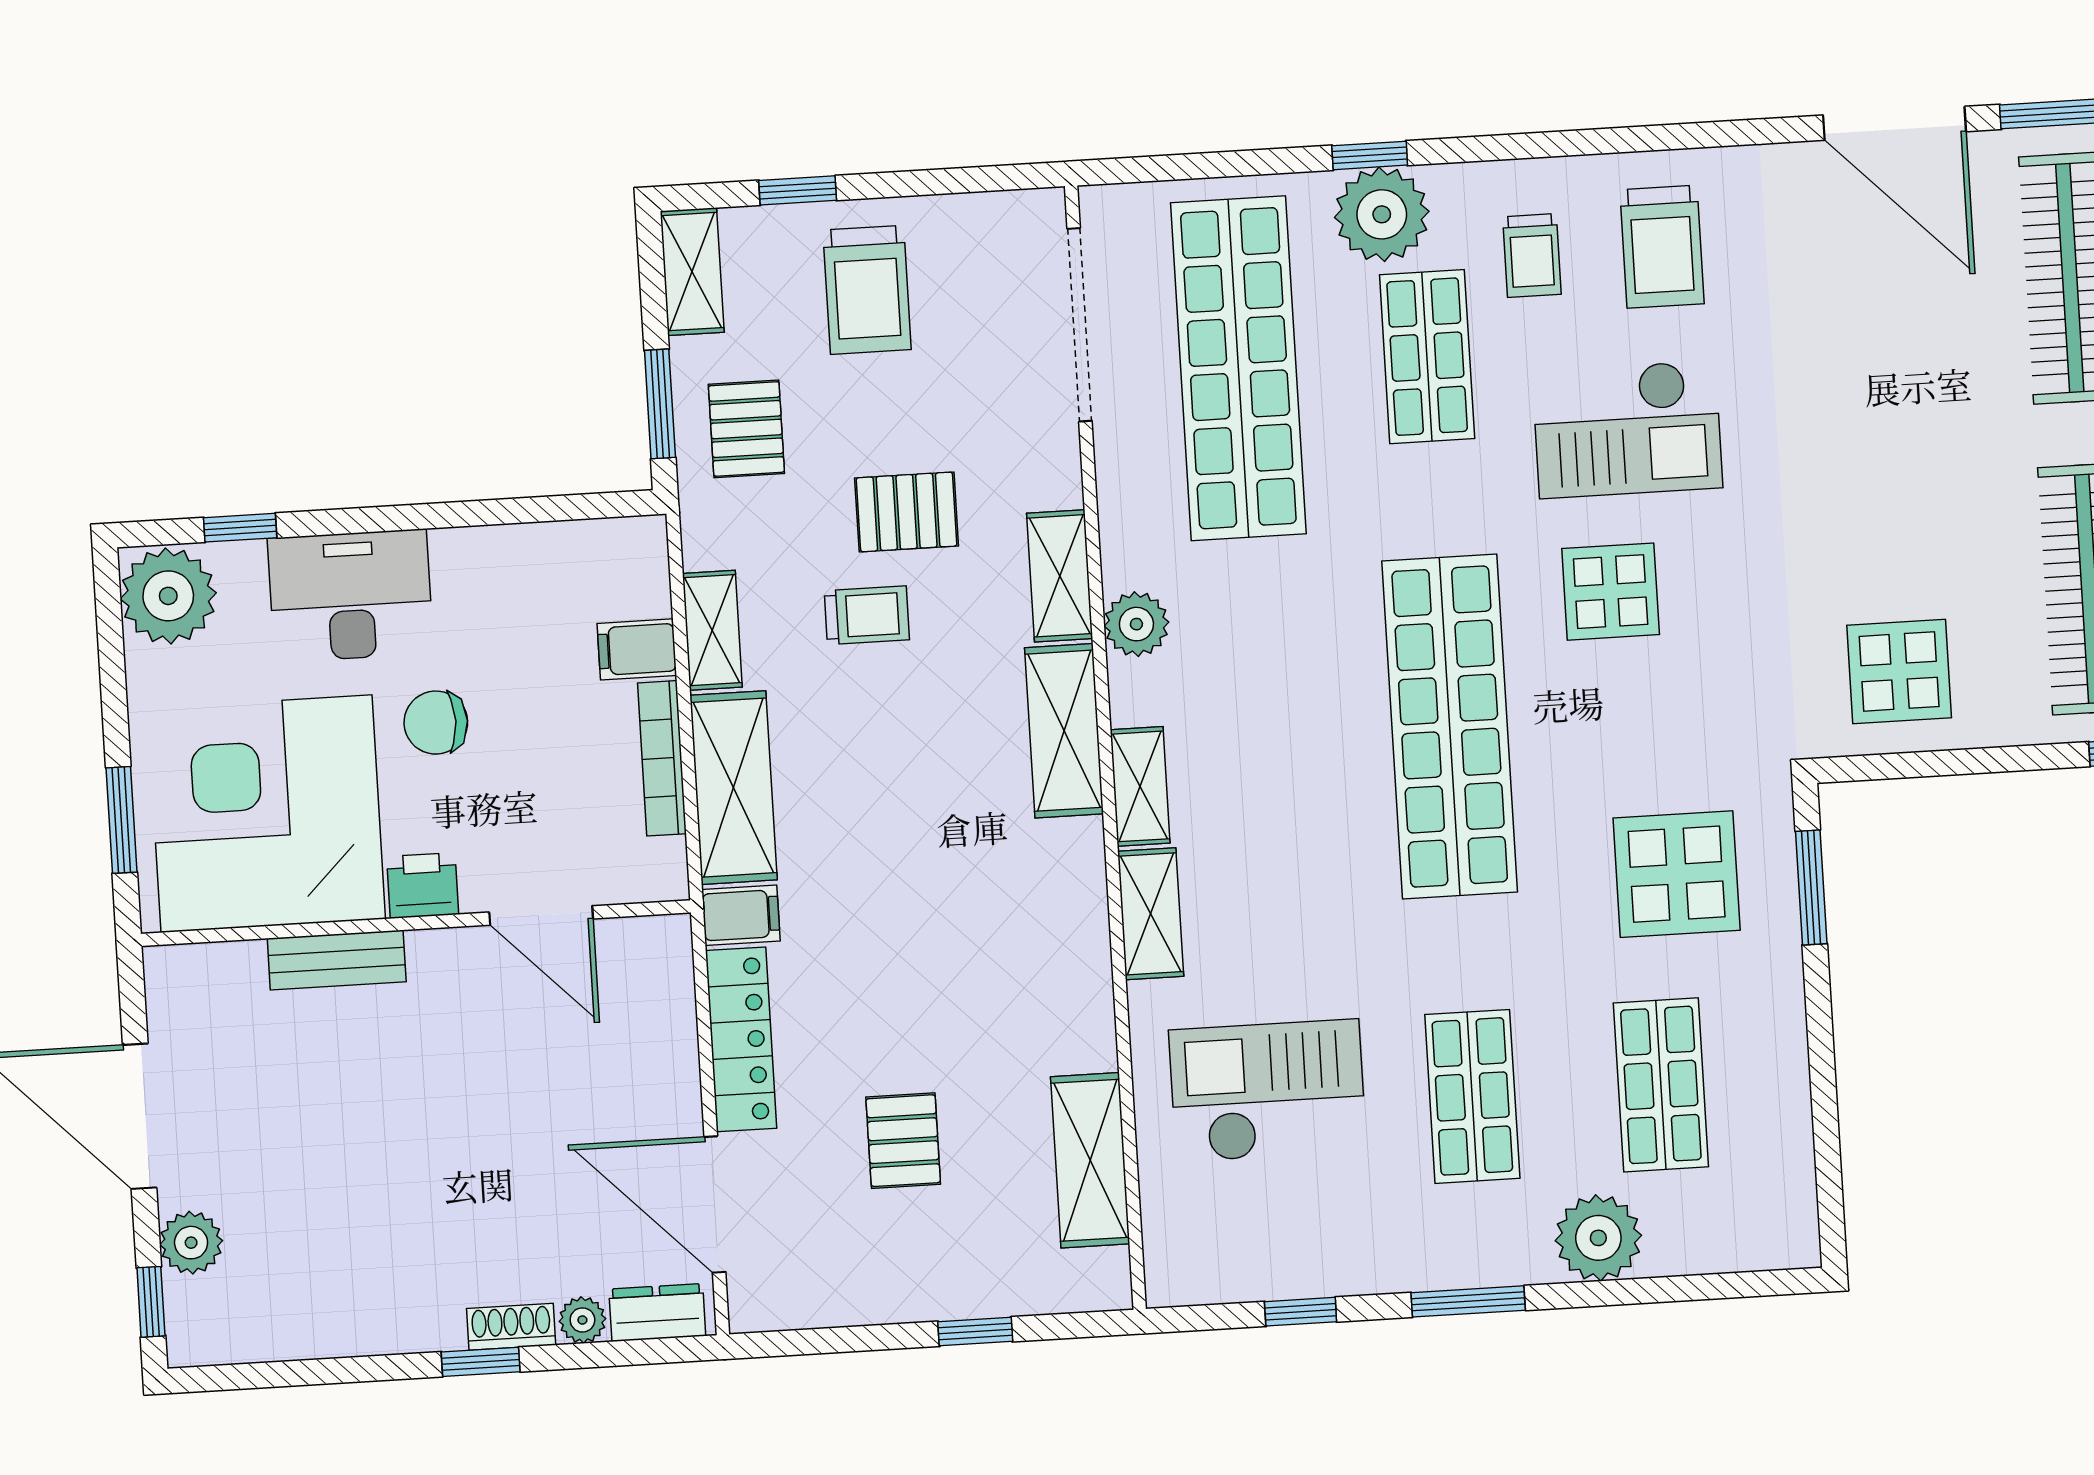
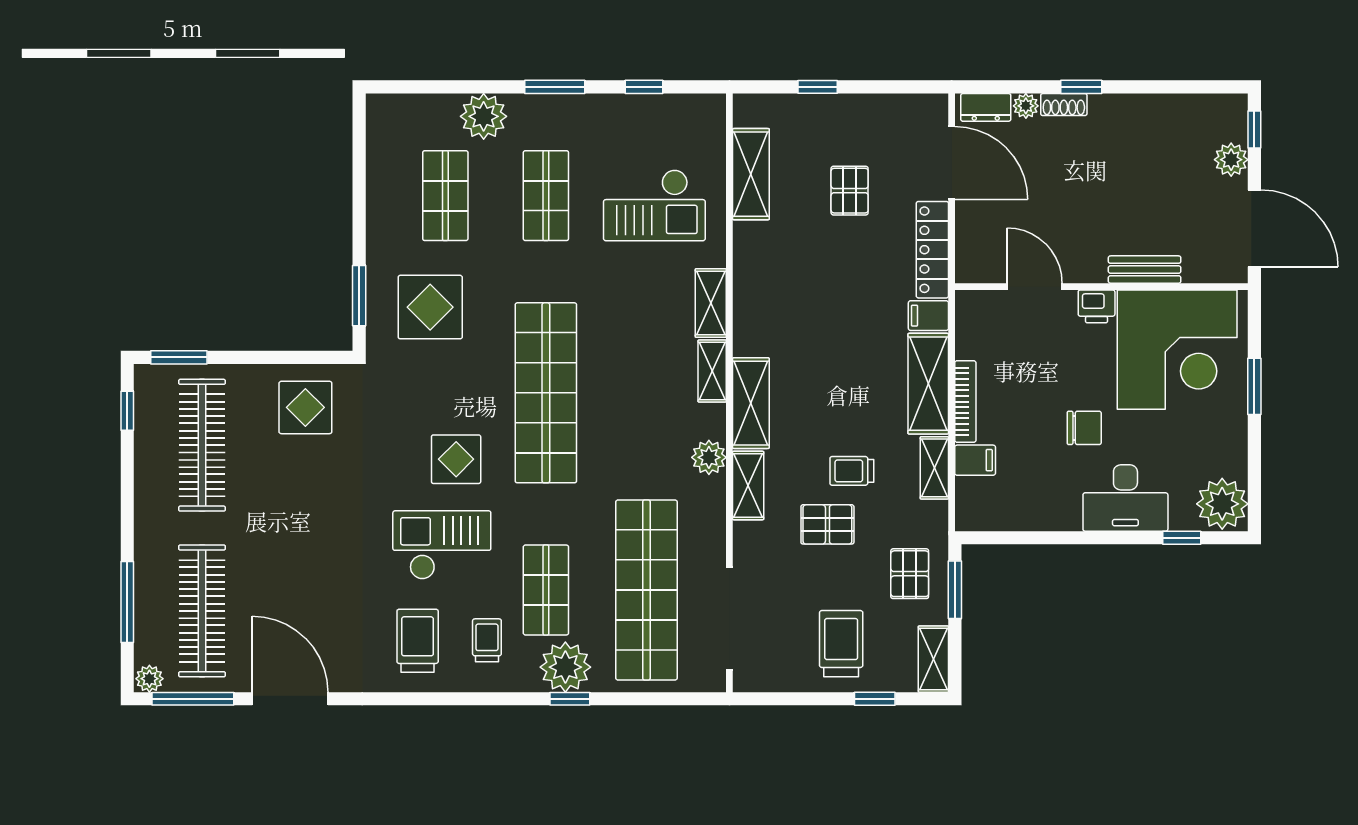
corner desk: (266, 814) -> (1177, 350), moved
printer: (423, 885) -> (1097, 306), moved
door: (541, 915) -> (1035, 287), moved
wall: (416, 923) -> (1101, 287), moved
bench: (337, 960) -> (1145, 270), moved

